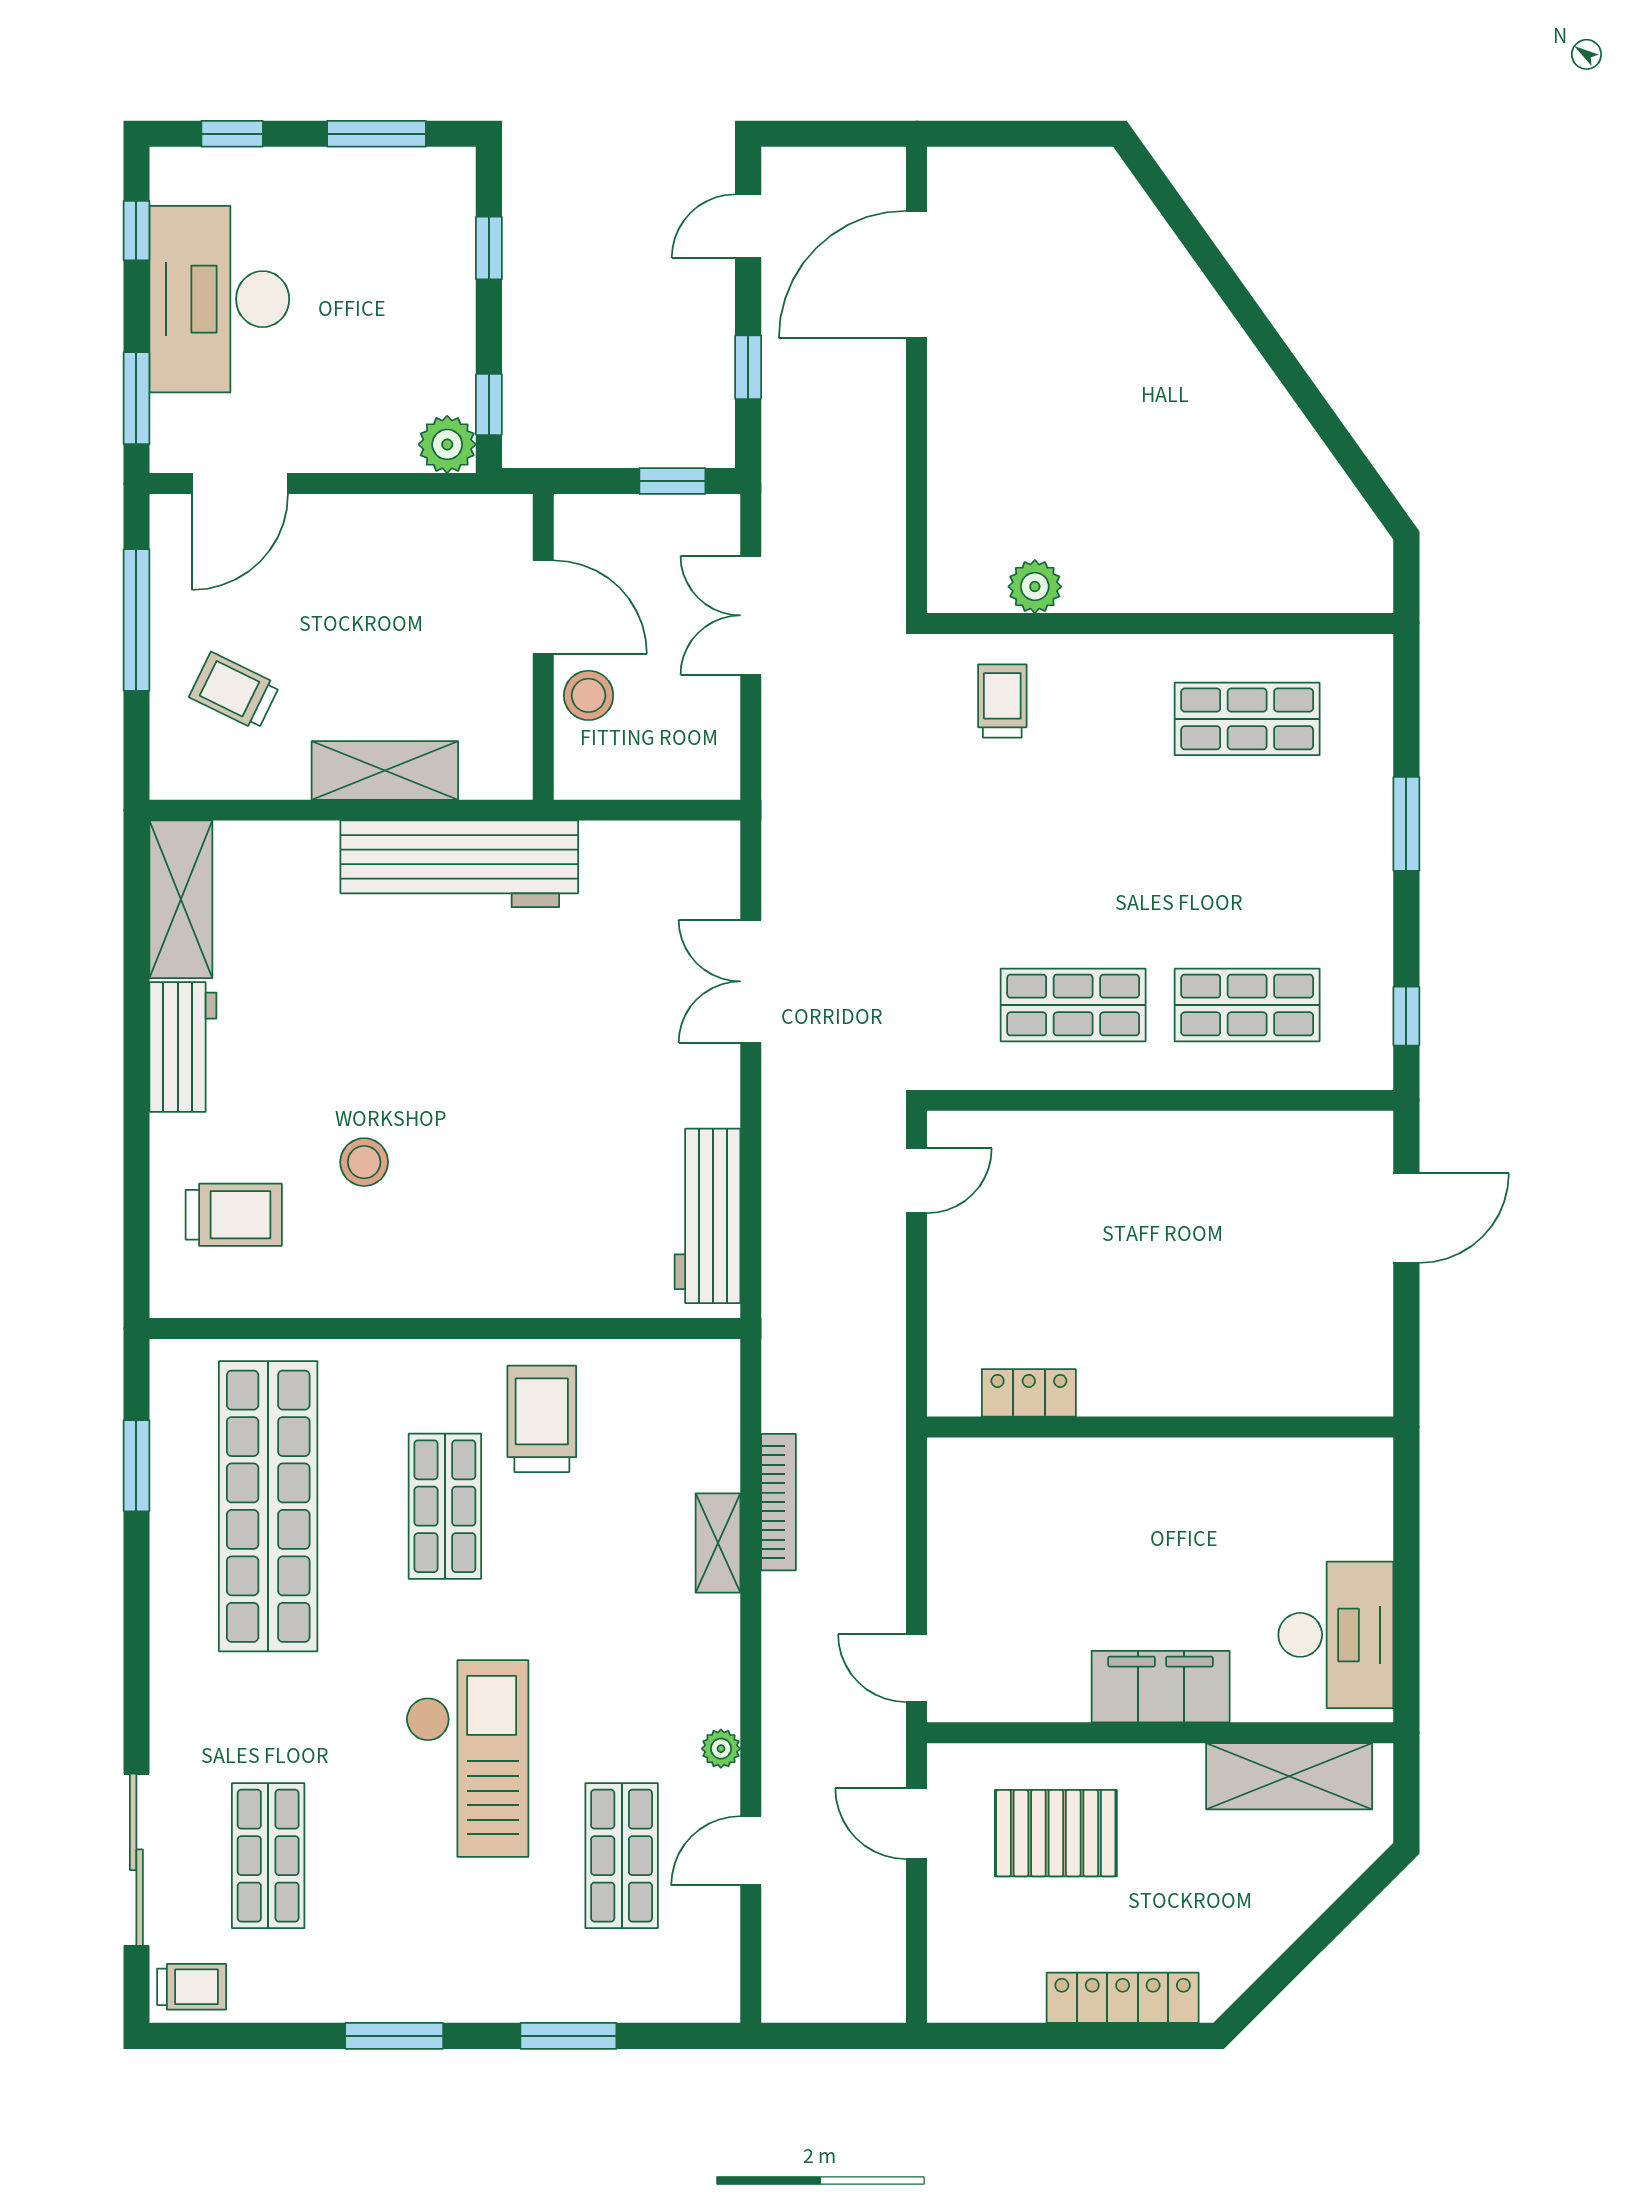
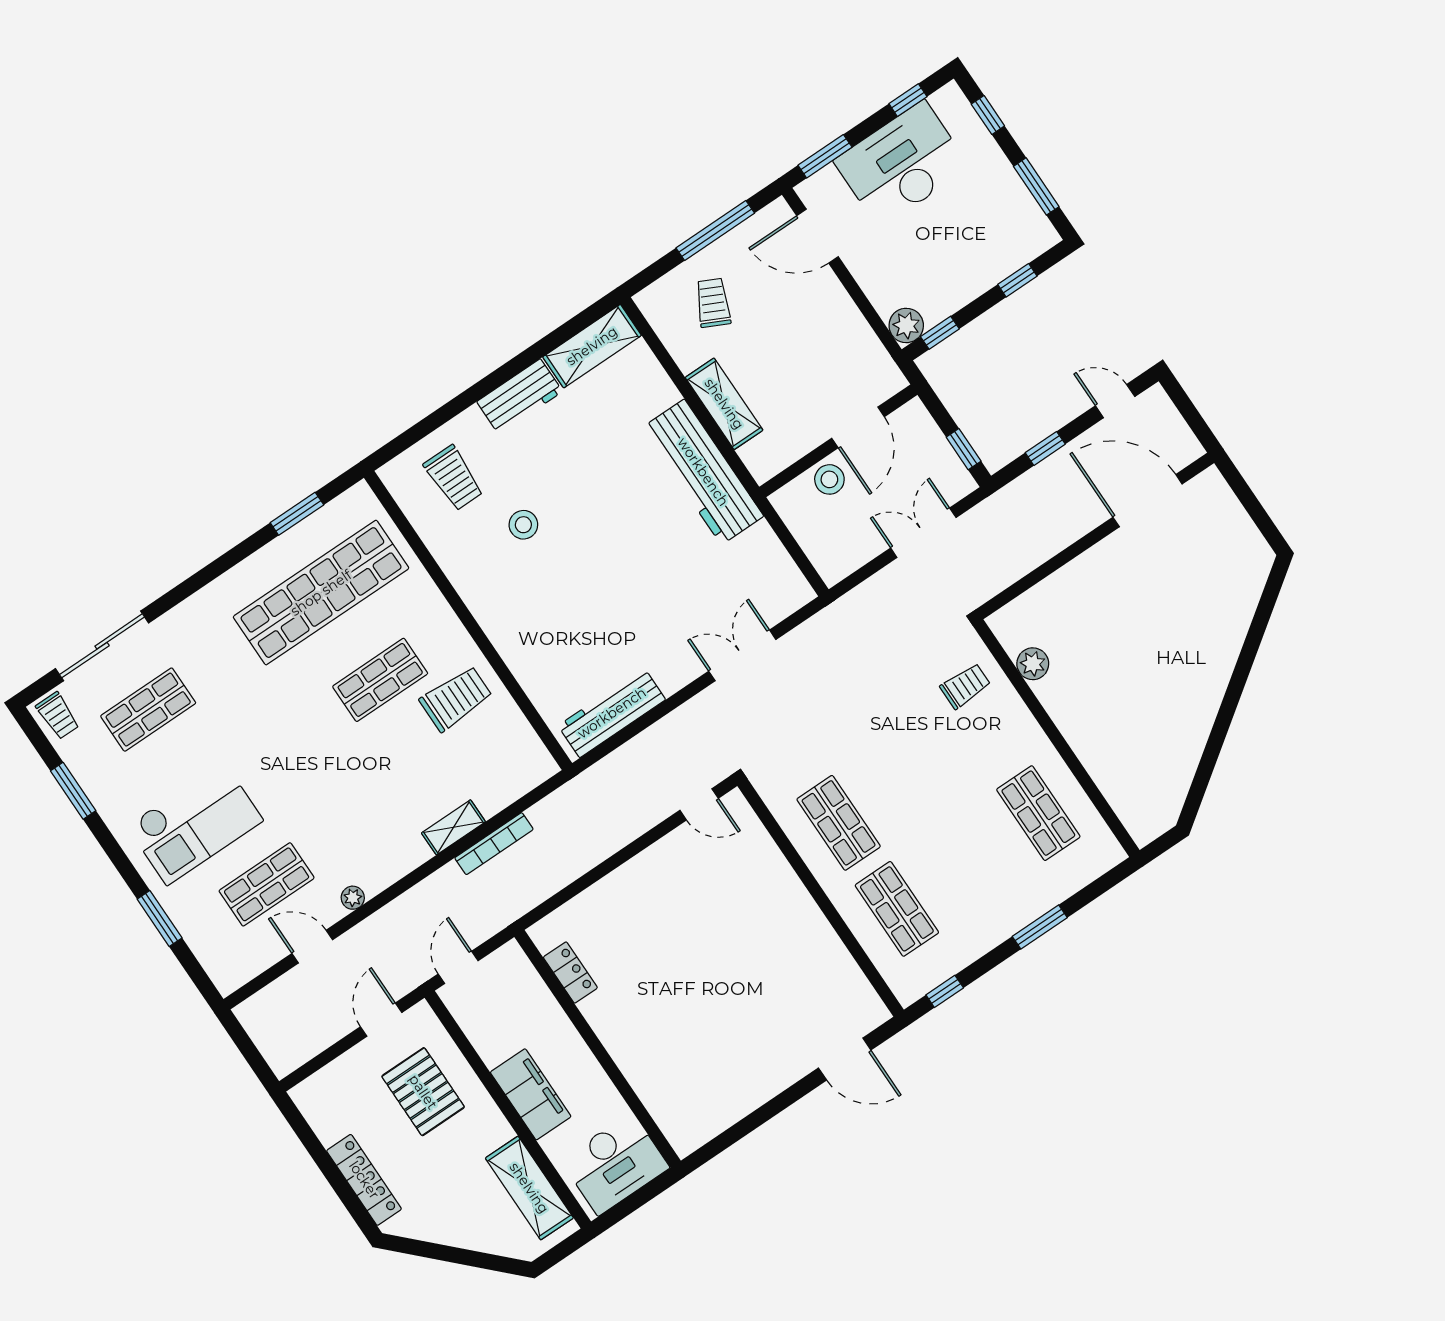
locker: (1029, 1393) -> (570, 972), moved
wall: (1160, 1427) -> (597, 1049), moved
checkout: (467, 1759) -> (195, 823), moved
window: (394, 2036) -> (73, 791), moved

